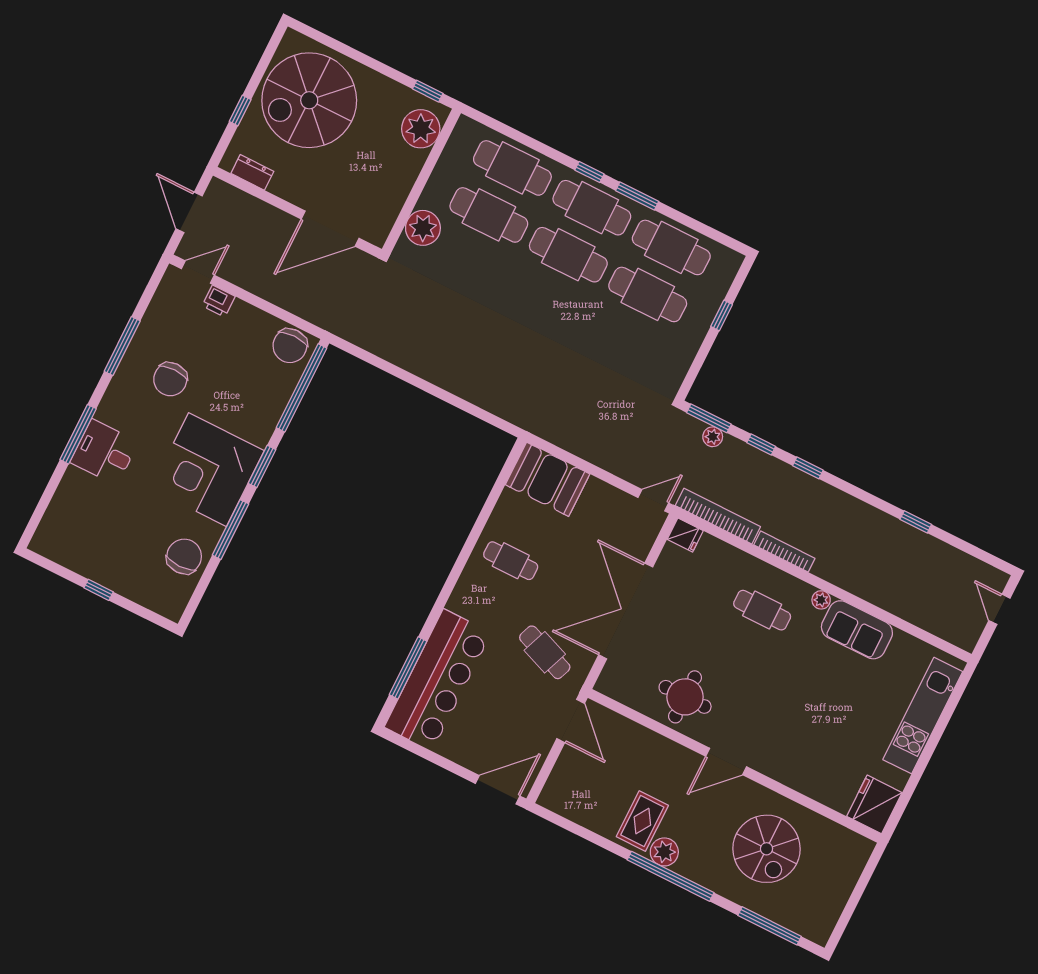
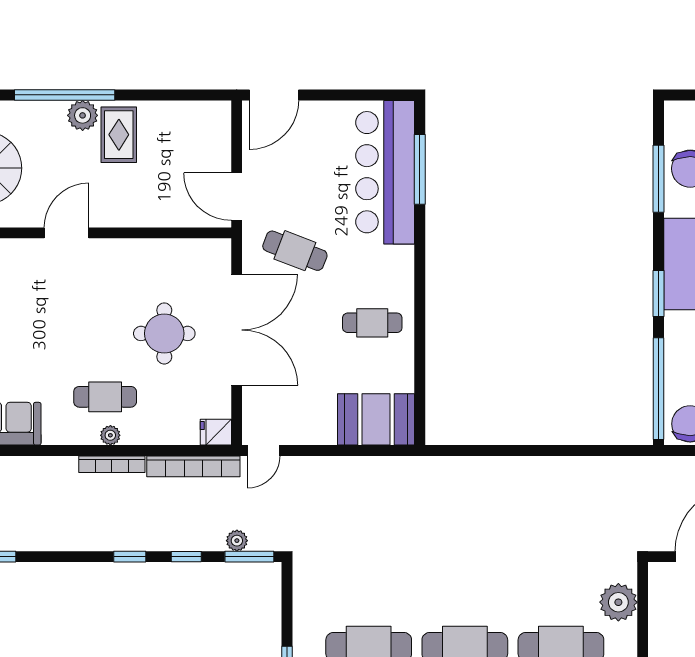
window: (230, 530) -> (658, 179), moved
plant: (821, 600) -> (110, 435), moved
round table: (685, 697) -> (164, 333), moved

